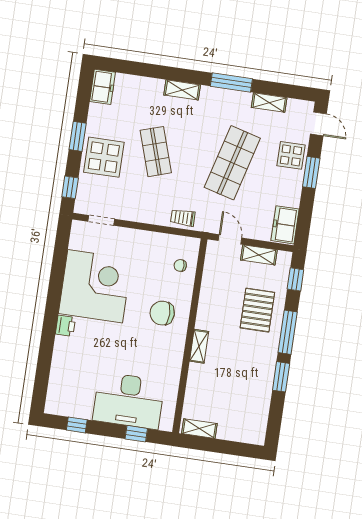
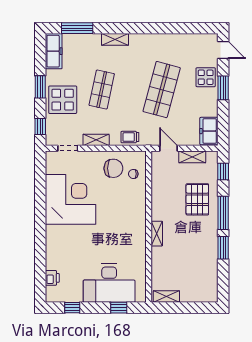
window: (231, 82) -> (77, 28), moved
freezer: (103, 87) -> (54, 51), width x1.40
shelving: (269, 103) -> (96, 140), moved
shop shelf: (156, 152) -> (102, 90), turned 30
chair: (162, 313) -> (113, 168), moved, turned 180
printer: (65, 326) -> (52, 278), moved

